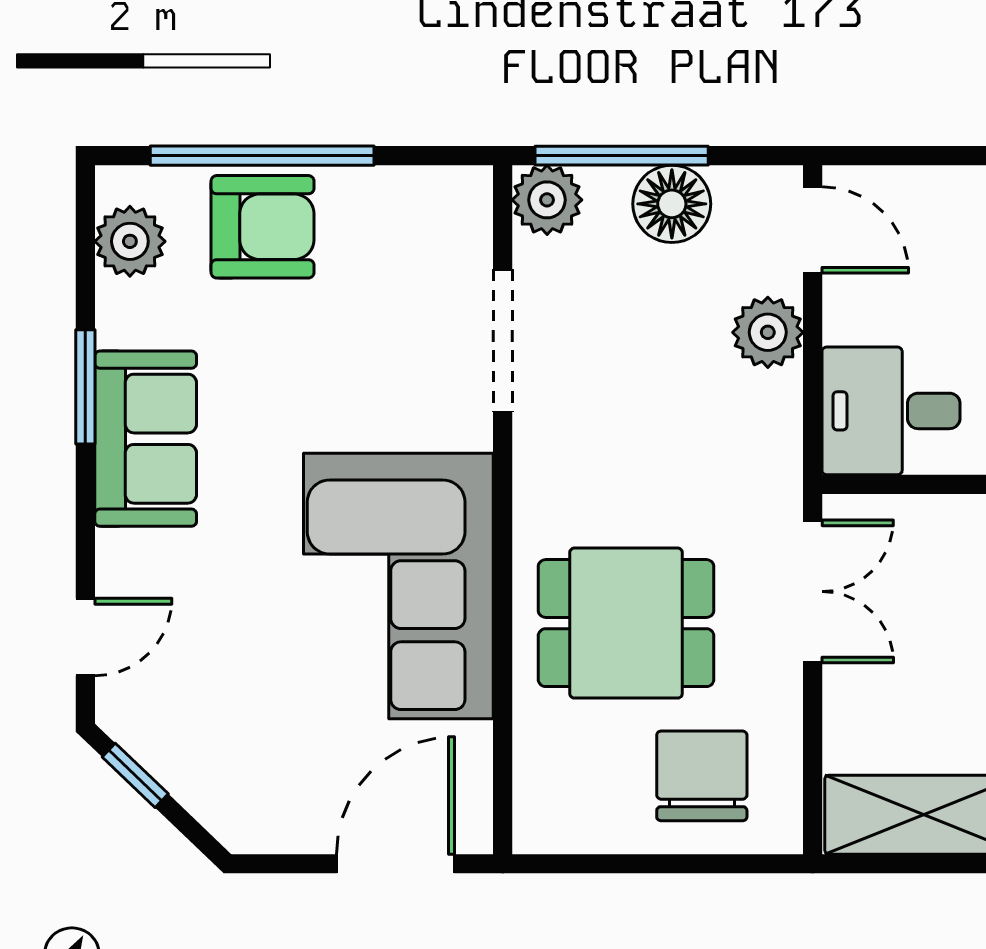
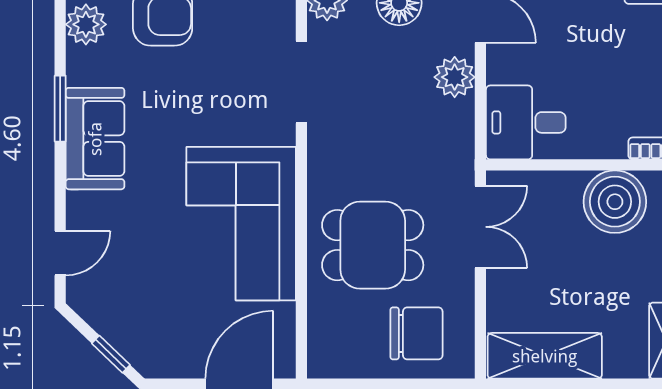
window: (135, 775) -> (111, 354), moved
chair: (702, 776) -> (416, 333), turned 90

